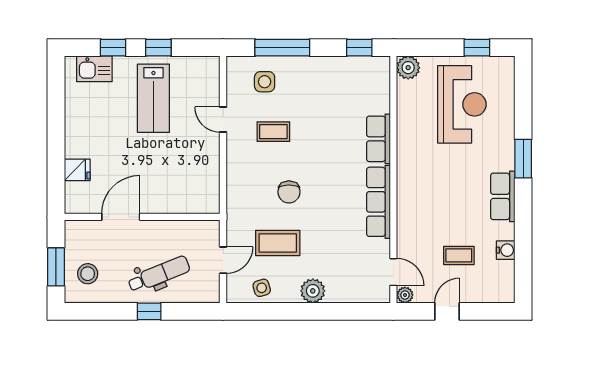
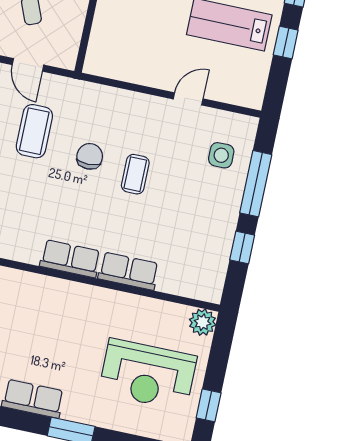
window: (359, 48) -> (242, 247), moved
coffee table: (273, 132) -> (135, 174), moved
chair: (289, 192) -> (90, 156), turned 90
row of seats: (378, 202) -> (70, 259), width x0.68

